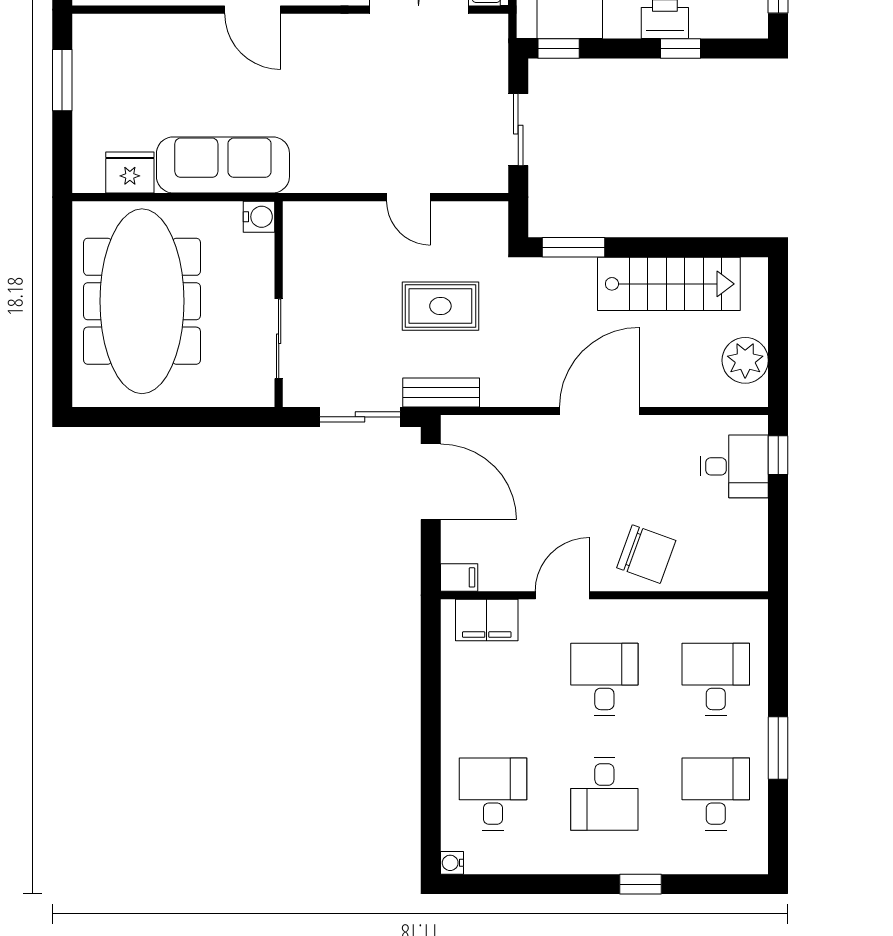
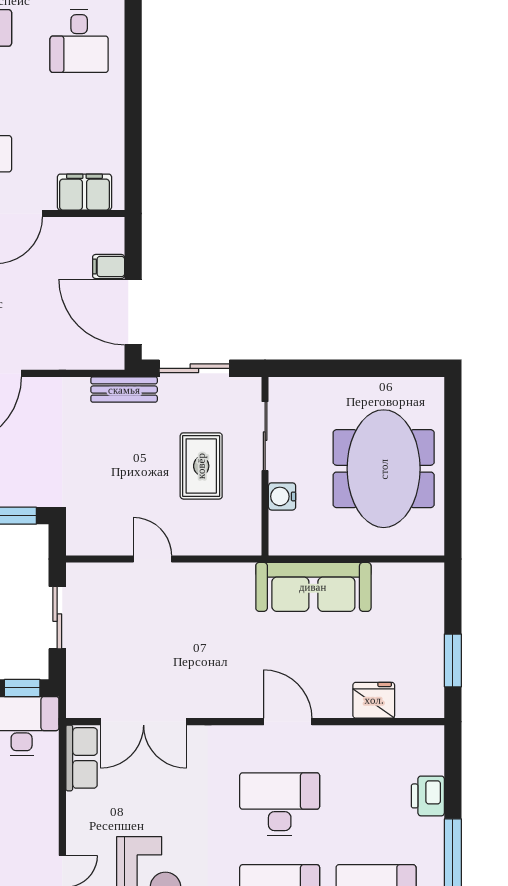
fridge: (130, 172) -> (374, 700), moved, turned 180
water cooler: (259, 217) -> (282, 496), moved
meeting table: (142, 301) -> (384, 469), width x0.73
rug: (440, 306) -> (201, 466), moved, turned 90
filing cabinet: (459, 577) -> (109, 267), moved

